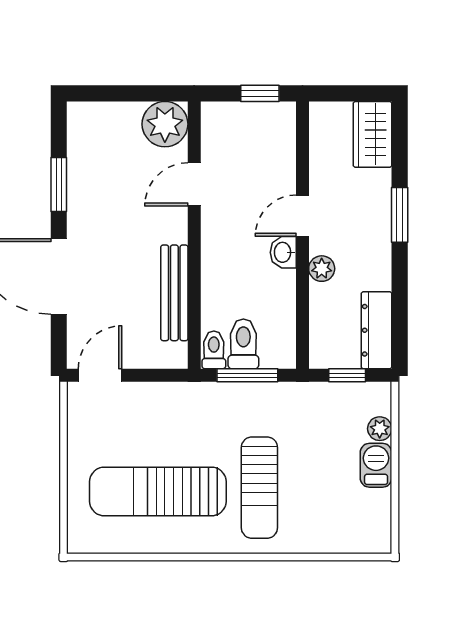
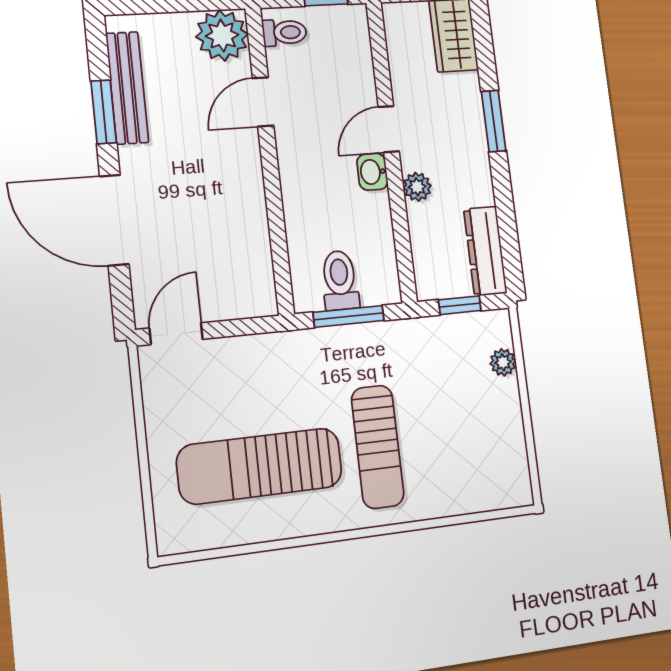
bench: (174, 293) -> (127, 88), moved
toilet: (214, 350) -> (284, 32), moved, turned 90
barbecue: (376, 465) -> (504, 405), removed

